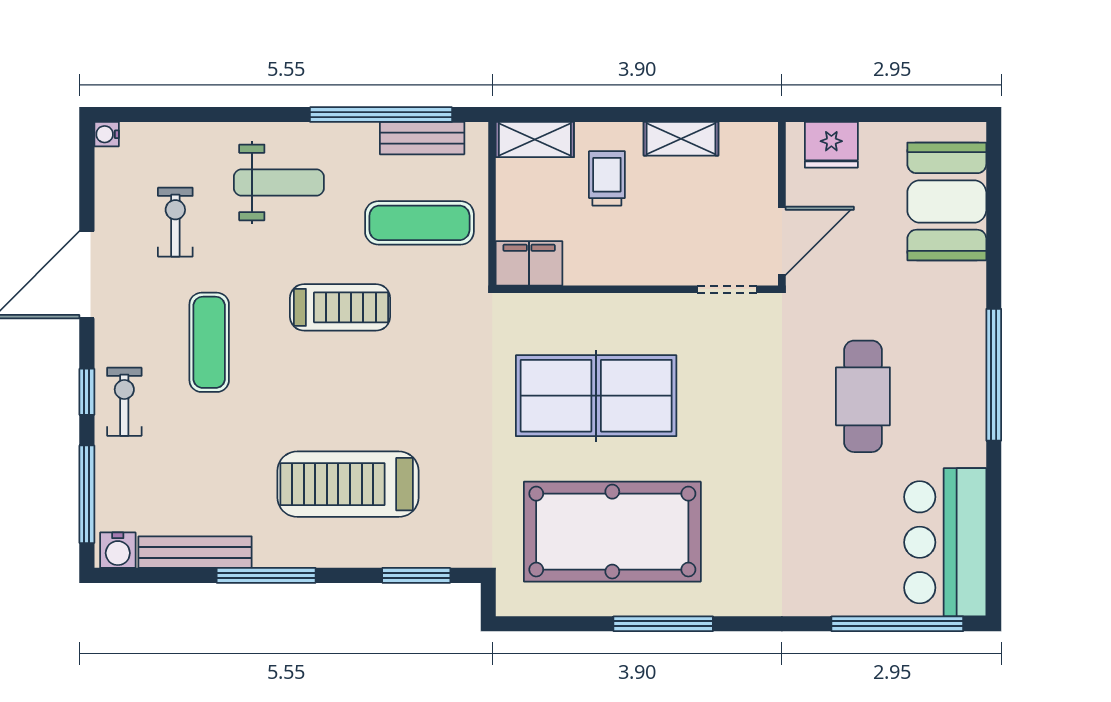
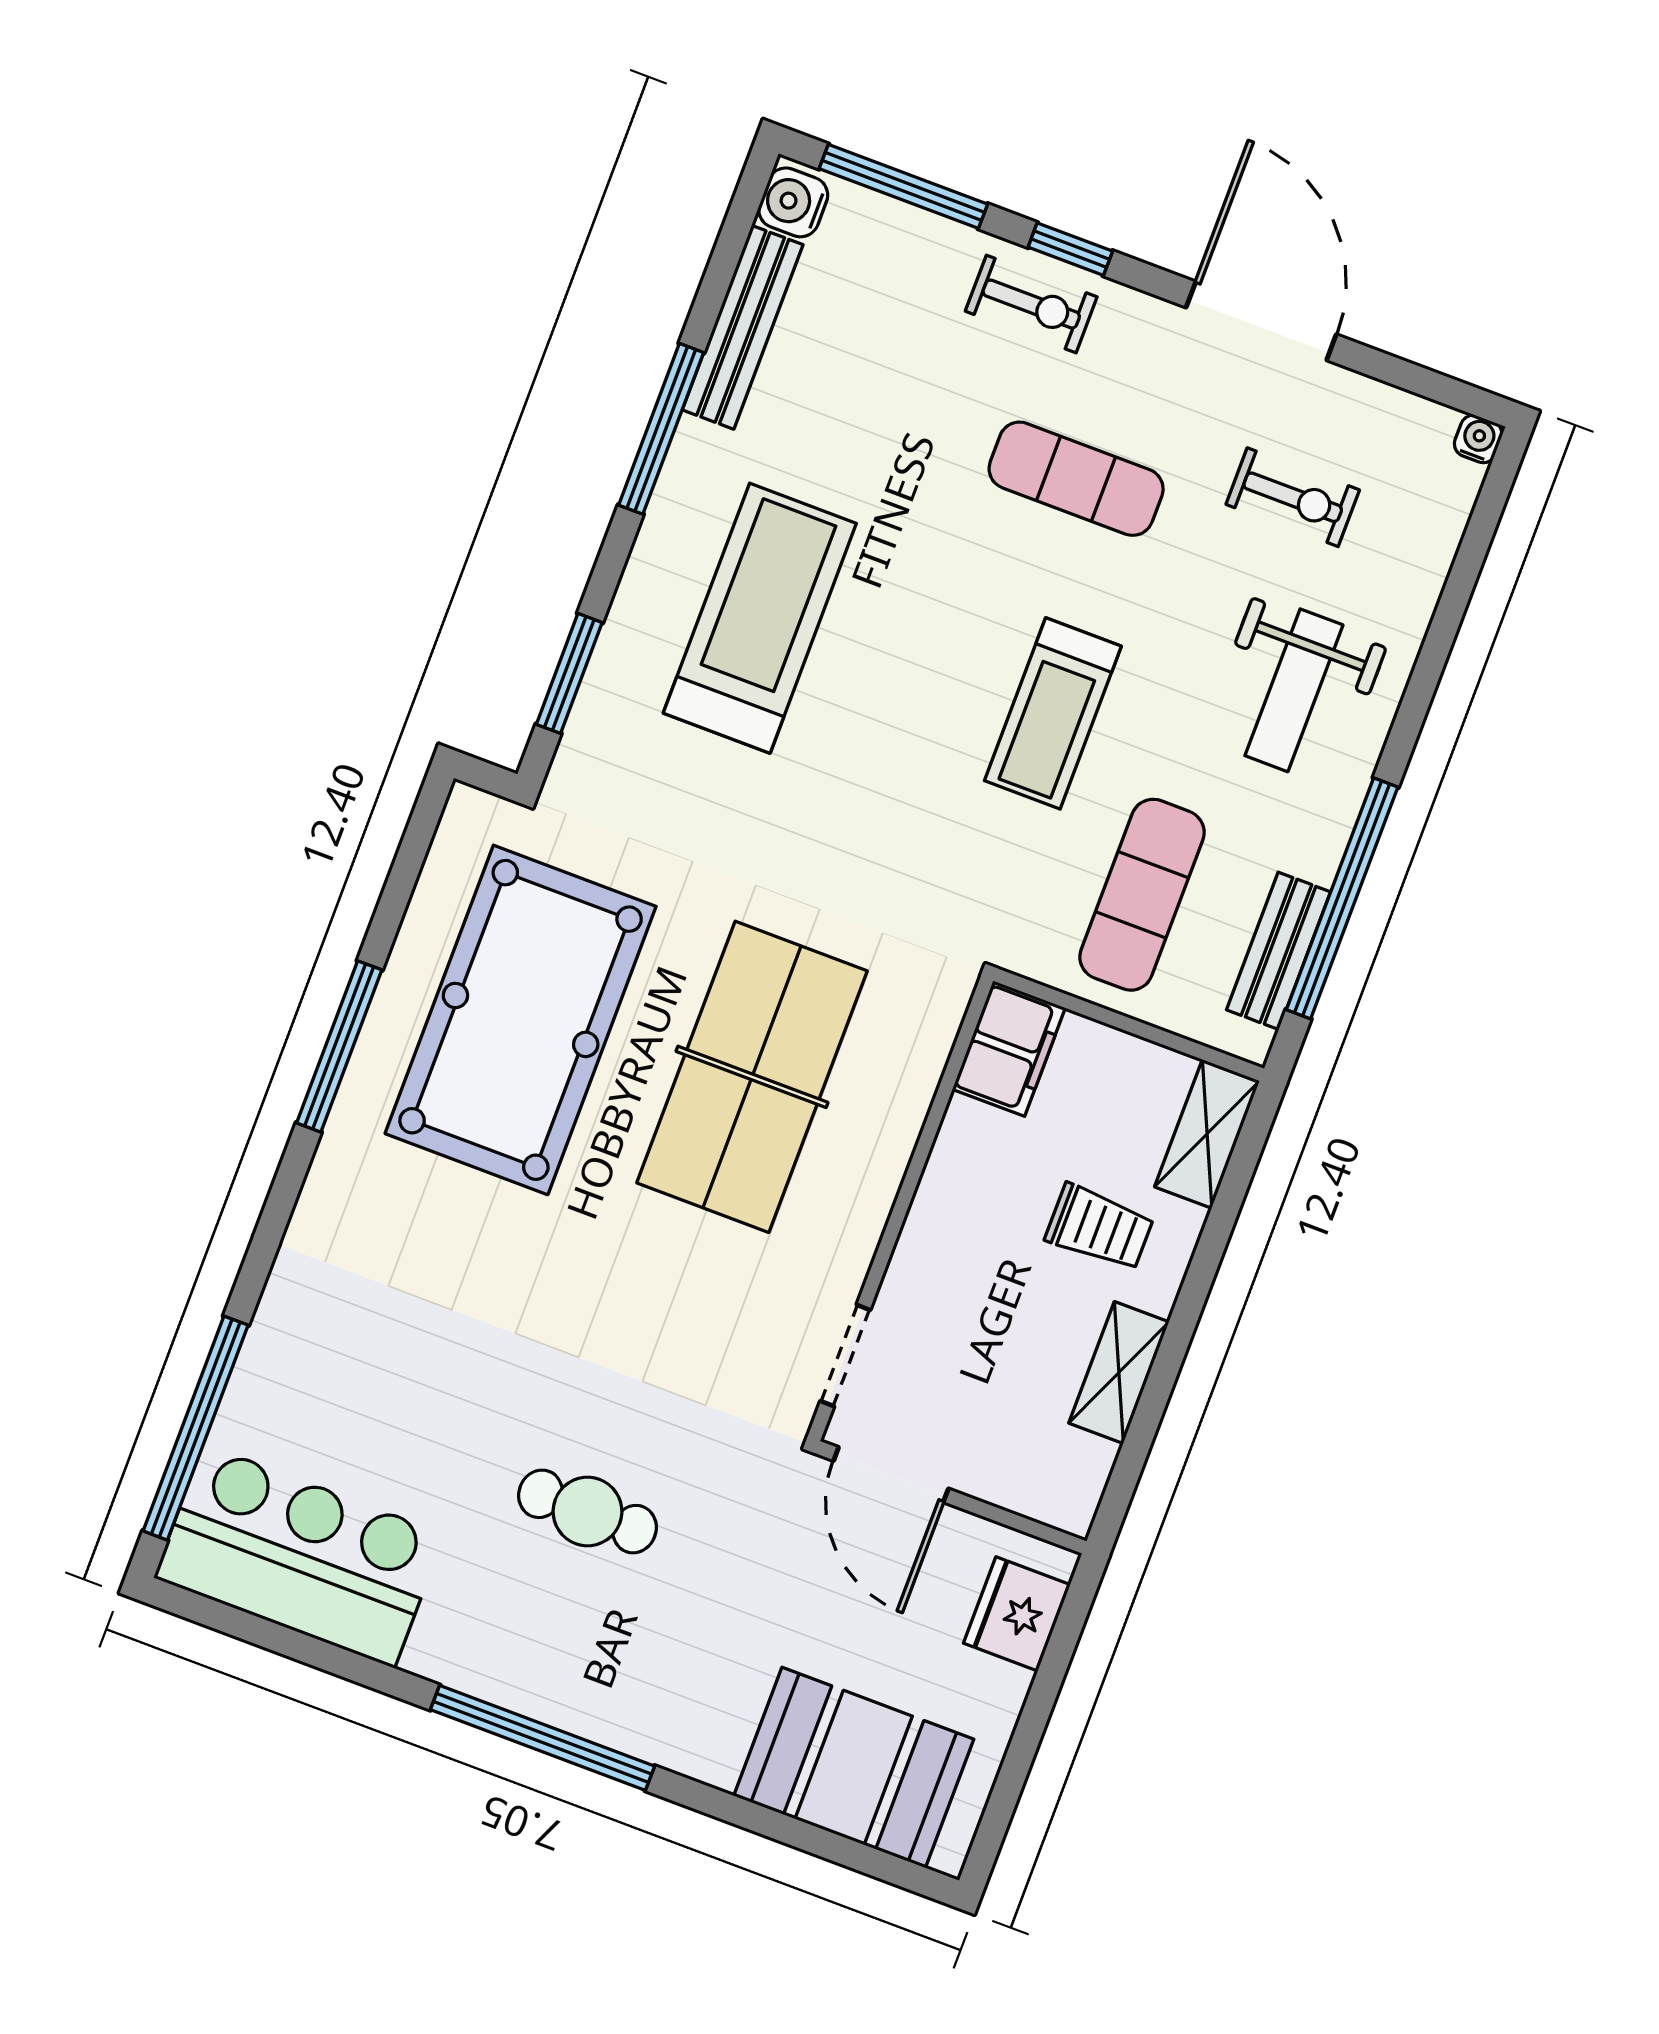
cafe table: (863, 396) -> (587, 1511), width x0.73, depth x0.74

